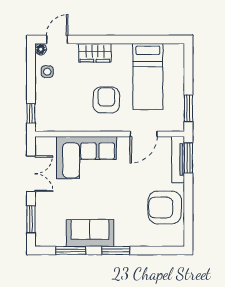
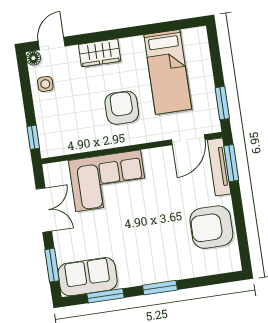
door: (144, 134) -> (188, 140), moved
sofa: (90, 233) -> (88, 277), moved

